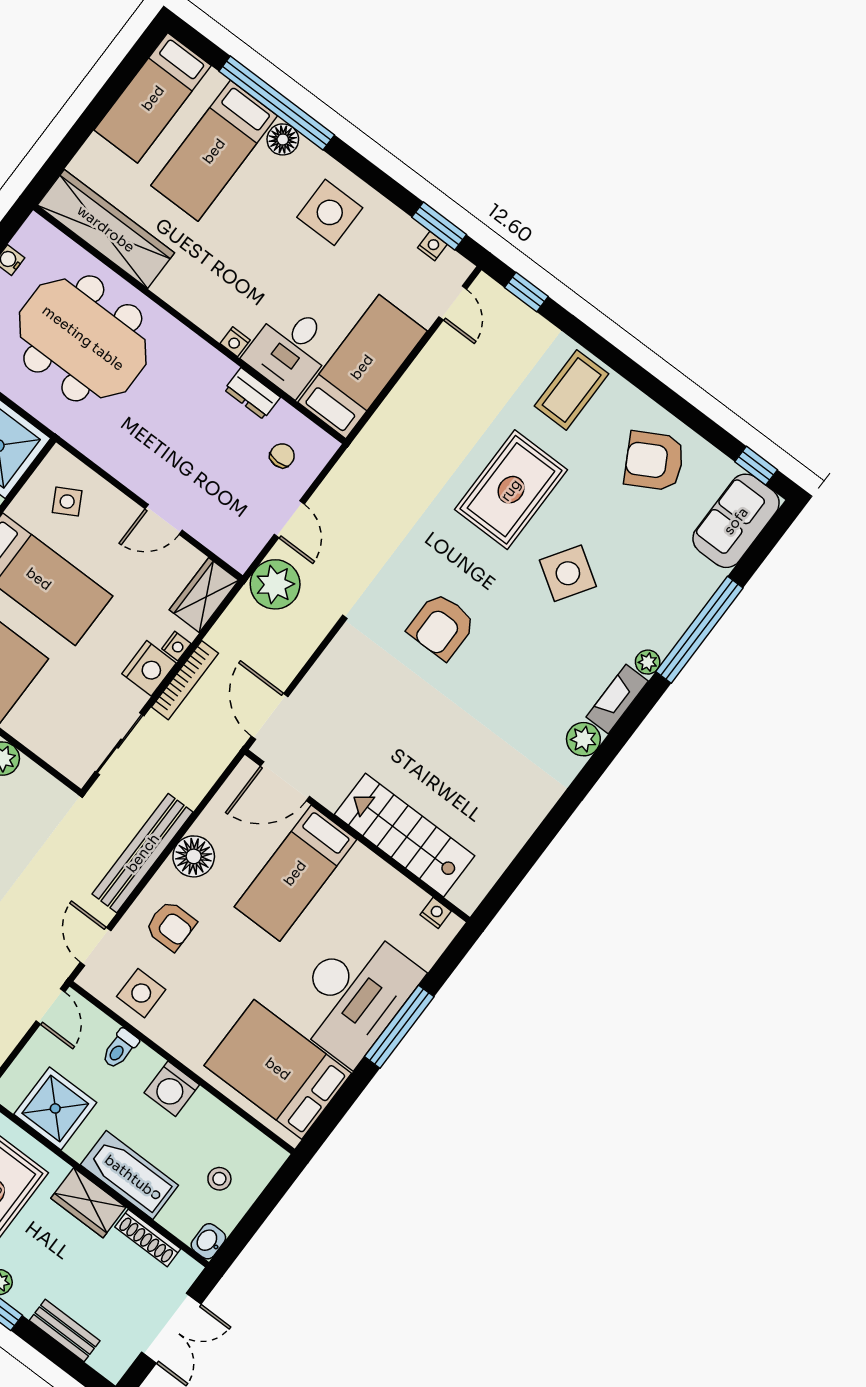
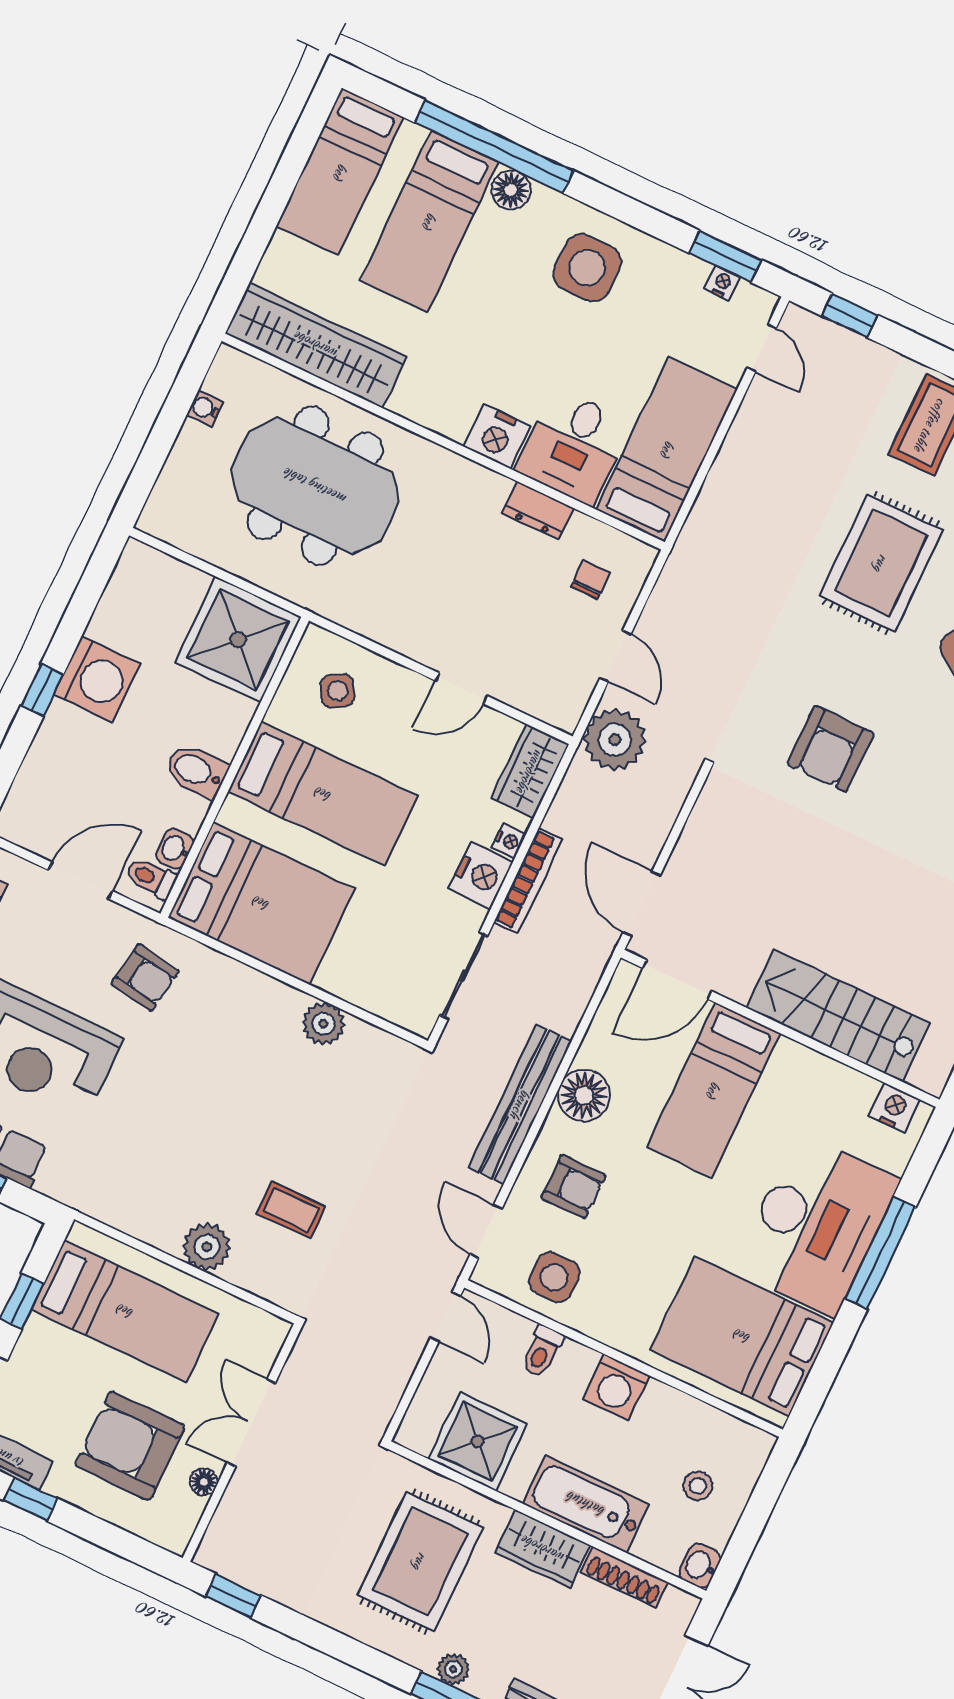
nightstand: (235, 342) -> (497, 436), width x1.89, depth x1.79
nightstand: (436, 913) -> (894, 1108), width x1.39, depth x1.35

